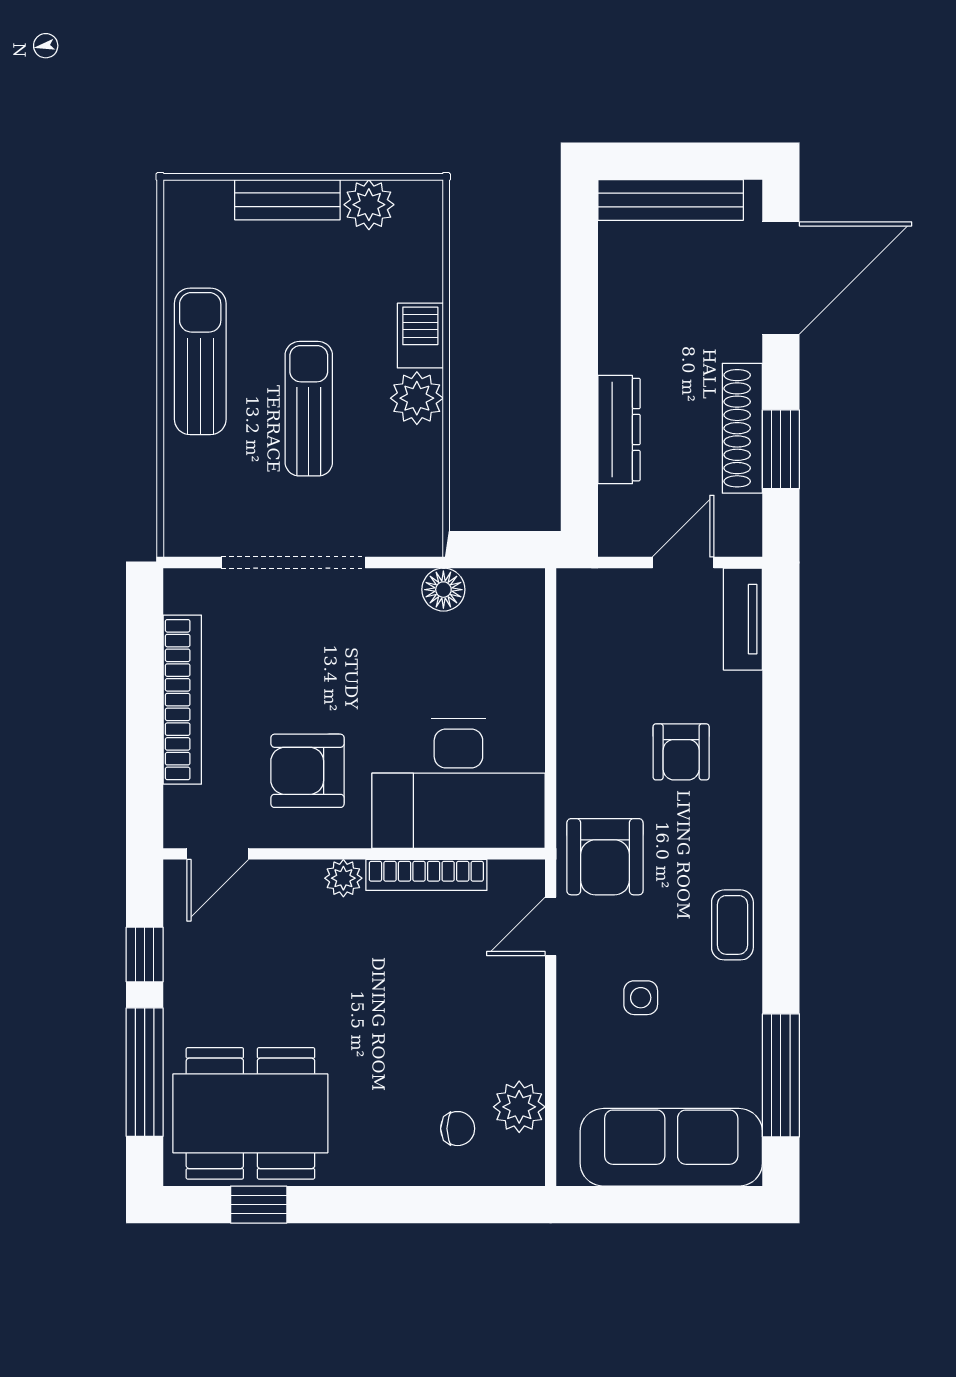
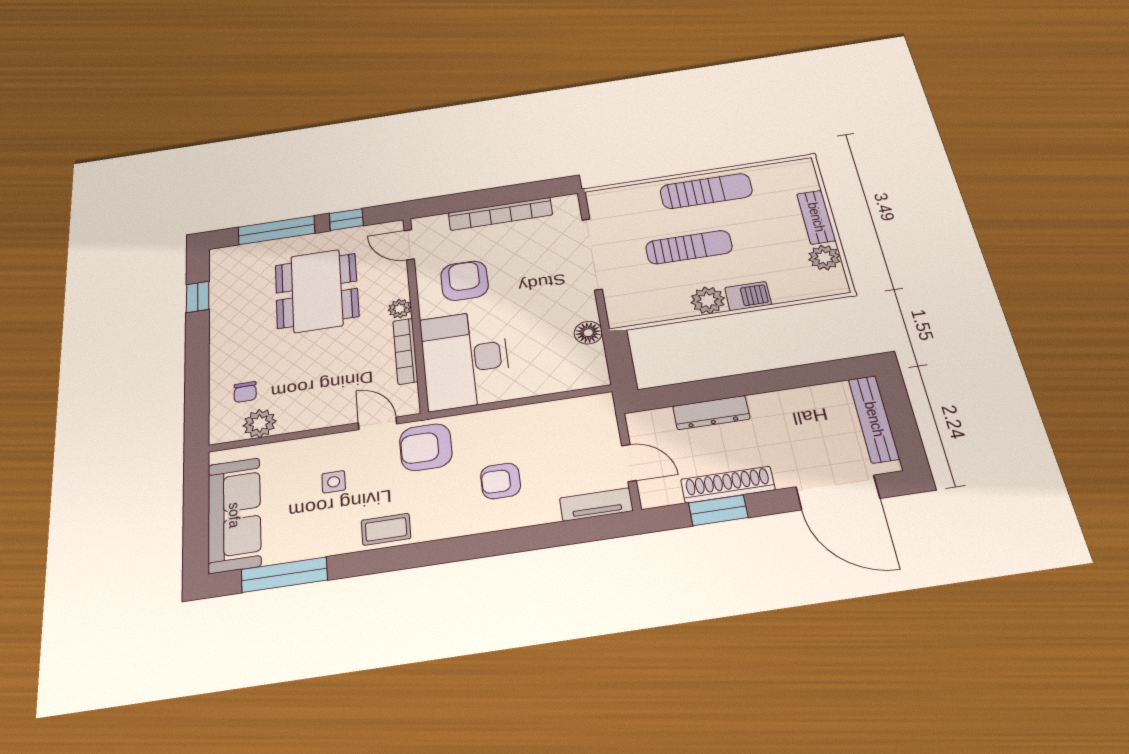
dining table: (250, 1113) -> (317, 291), moved

